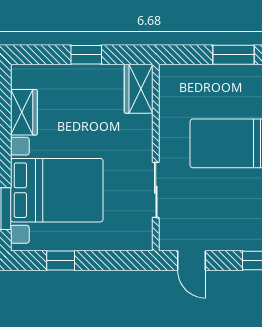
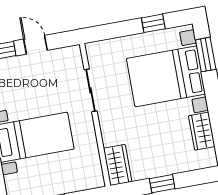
door: (192, 260) -> (36, 45), moved

